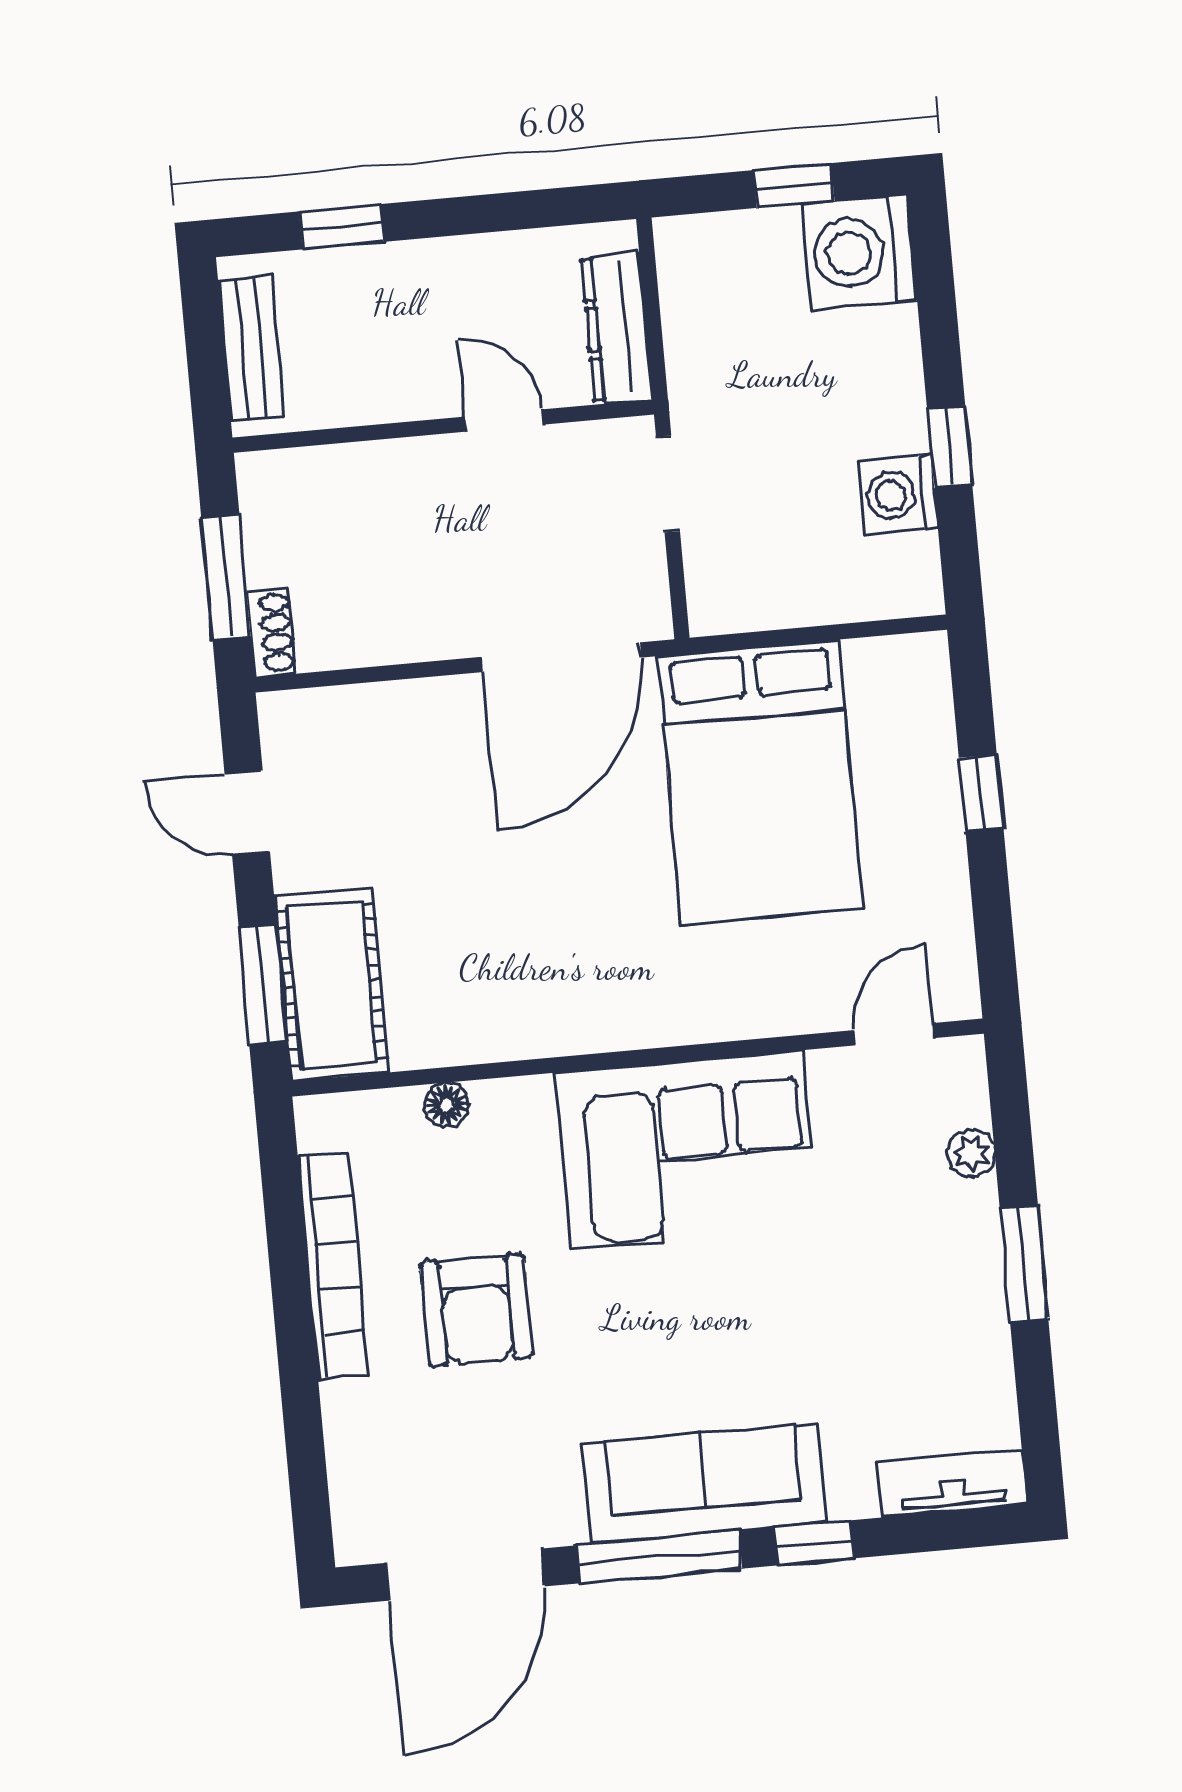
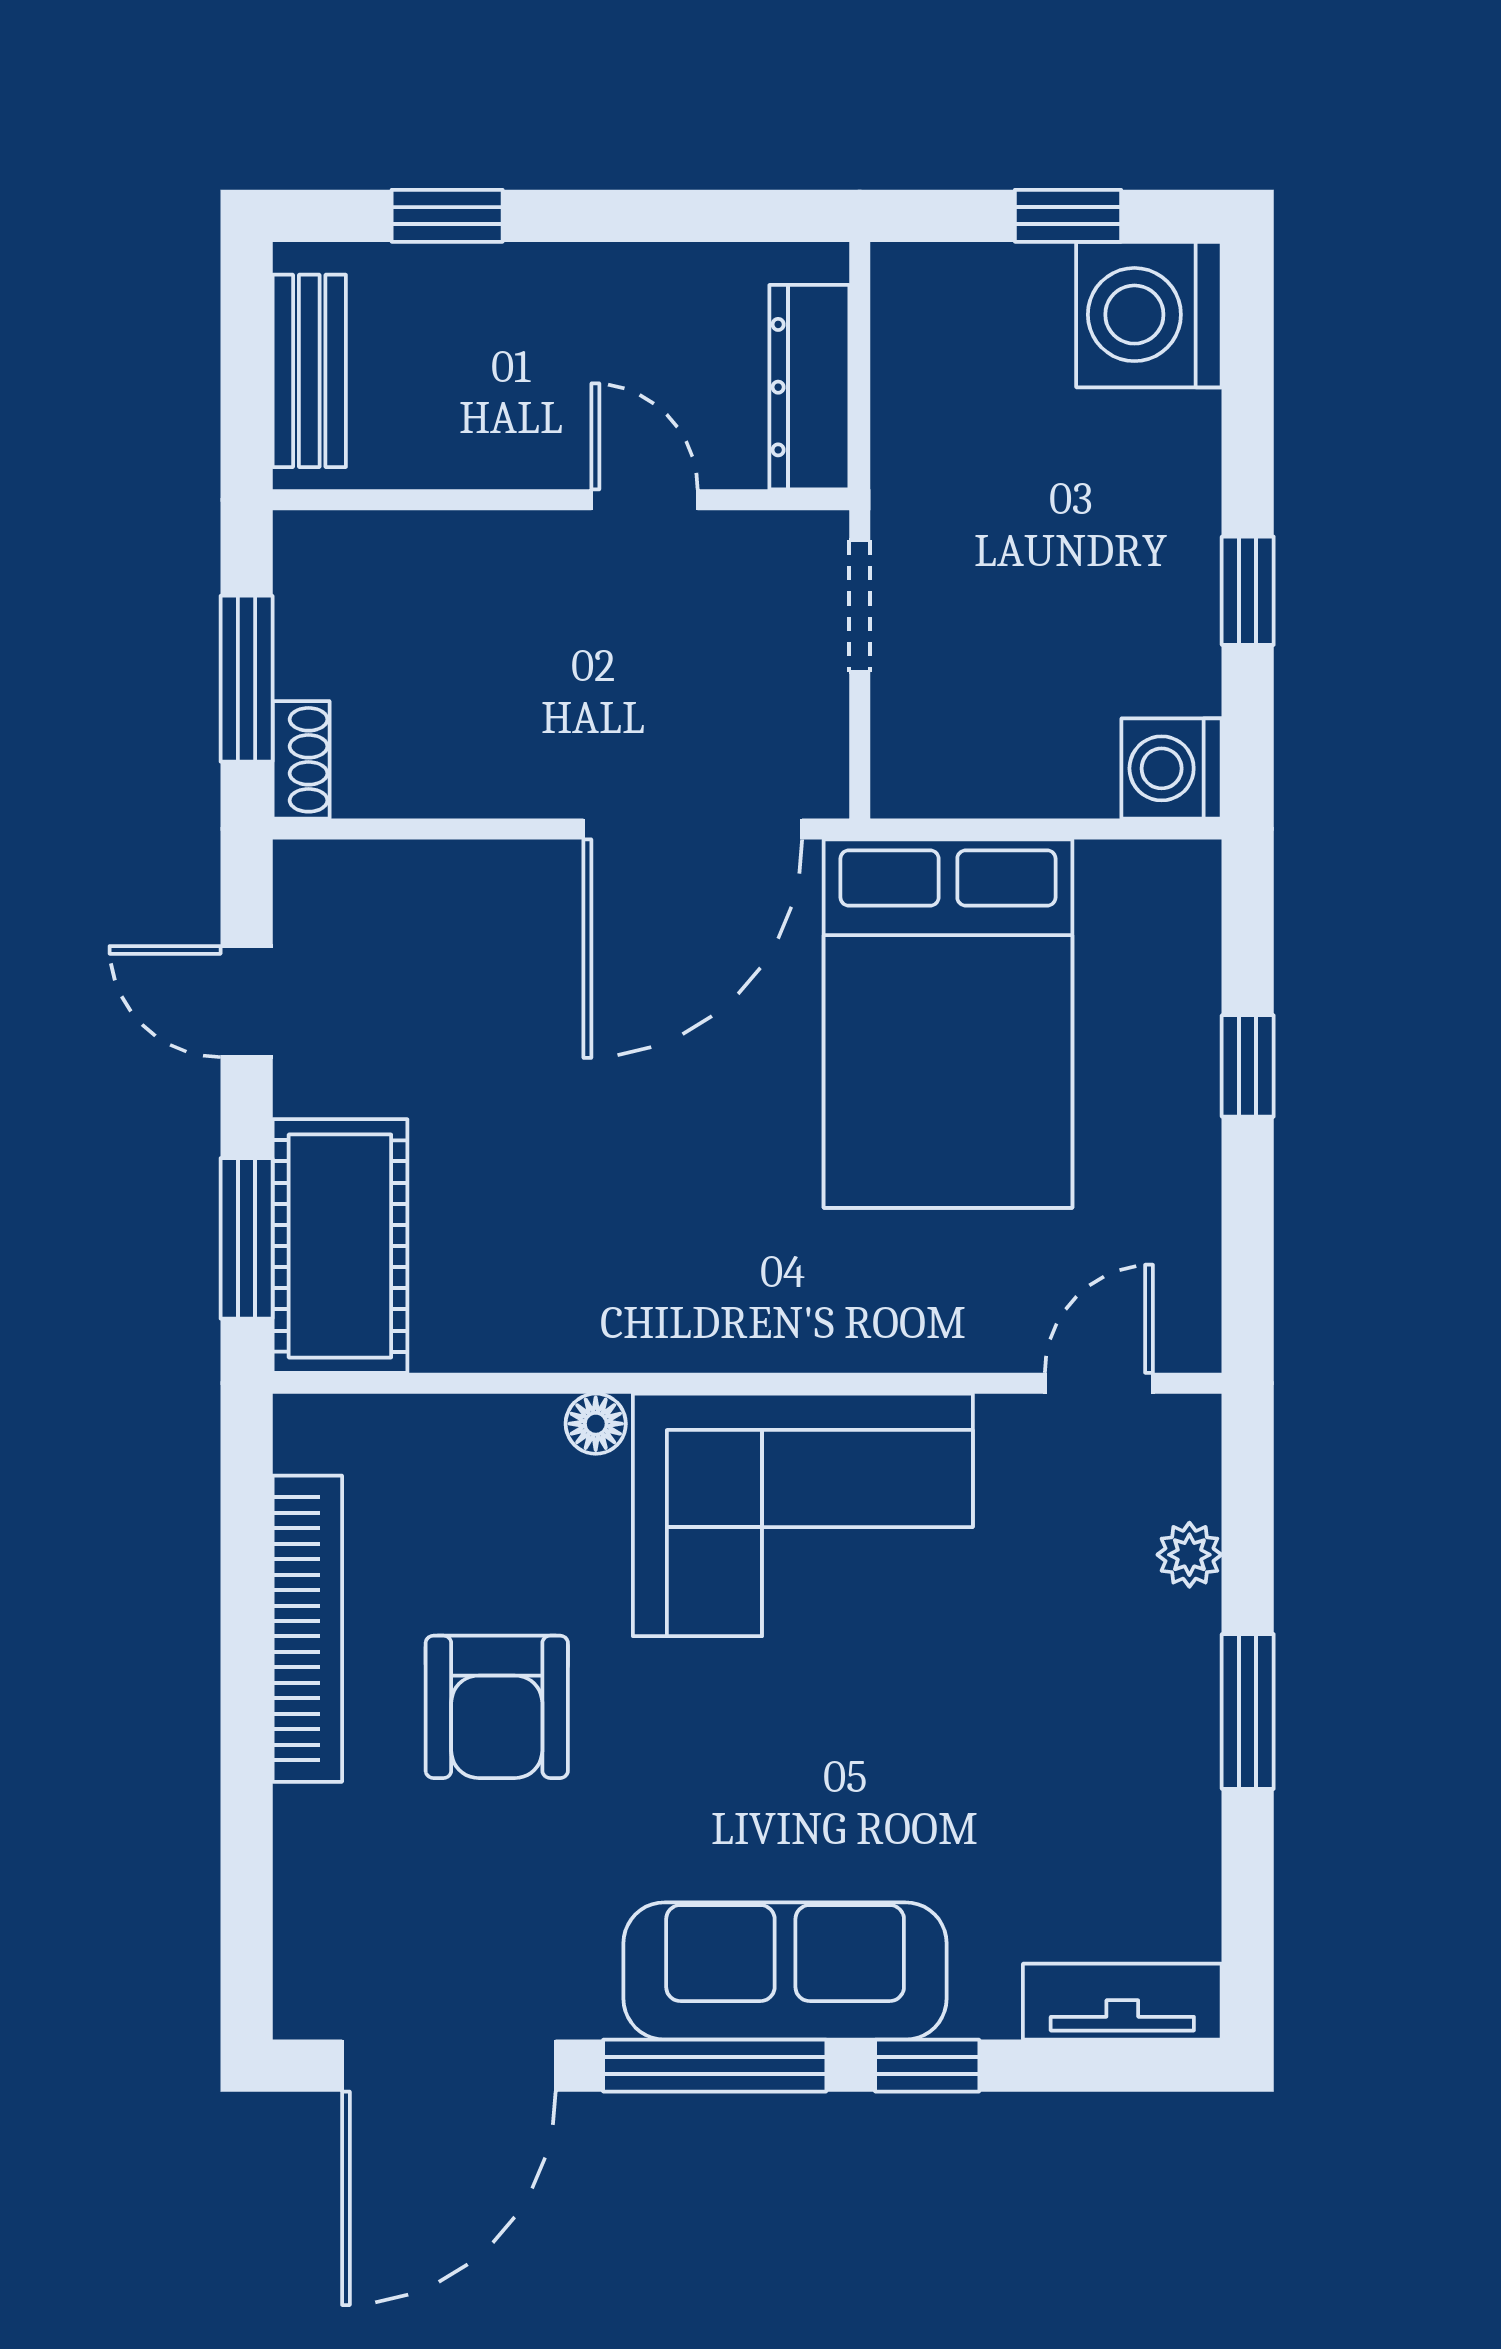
washing machine: (898, 495) -> (1172, 768), moved
floor lamp: (446, 1105) -> (596, 1424), moved

